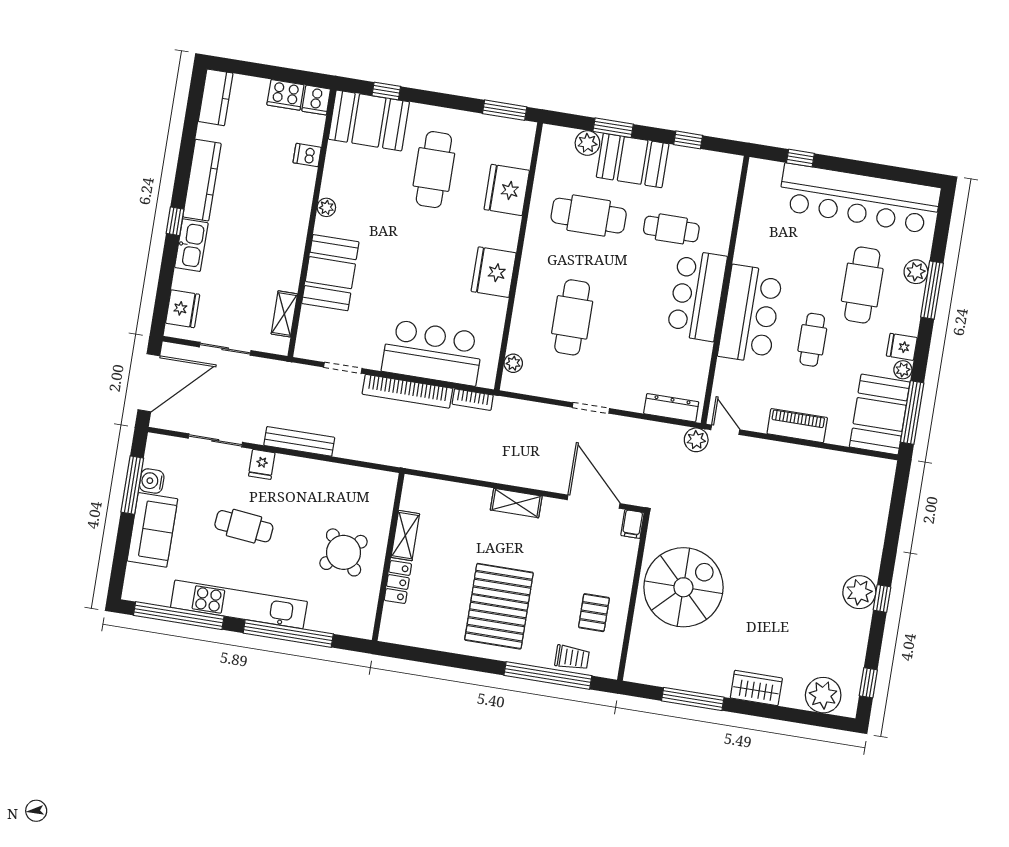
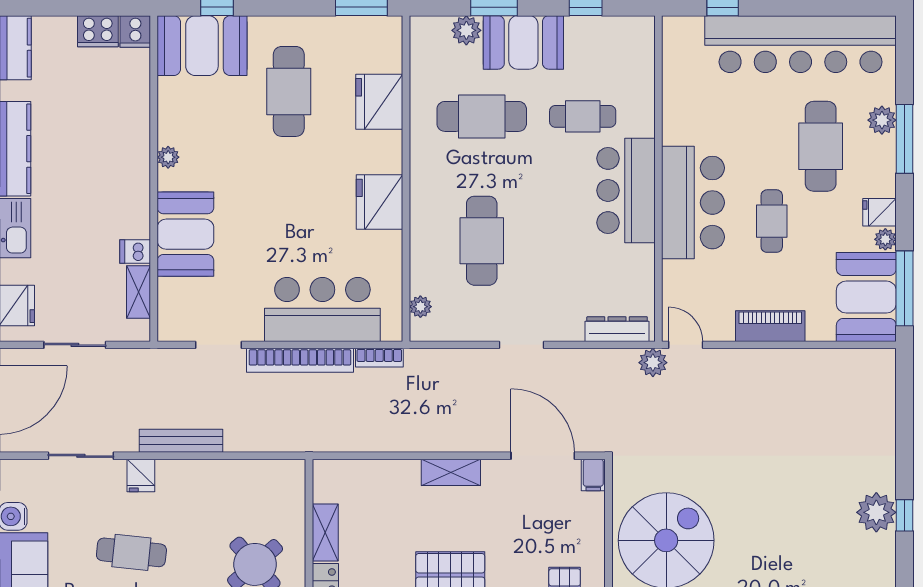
dishwasher: (307, 155) -> (135, 252), moved

